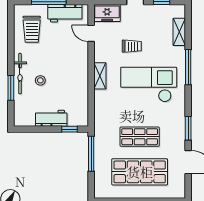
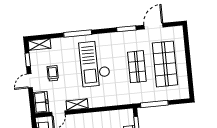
shelving: (179, 32) -> (39, 44), moved
trolley: (132, 46) -> (53, 73), moved
shelving: (100, 76) -> (77, 105), moved

